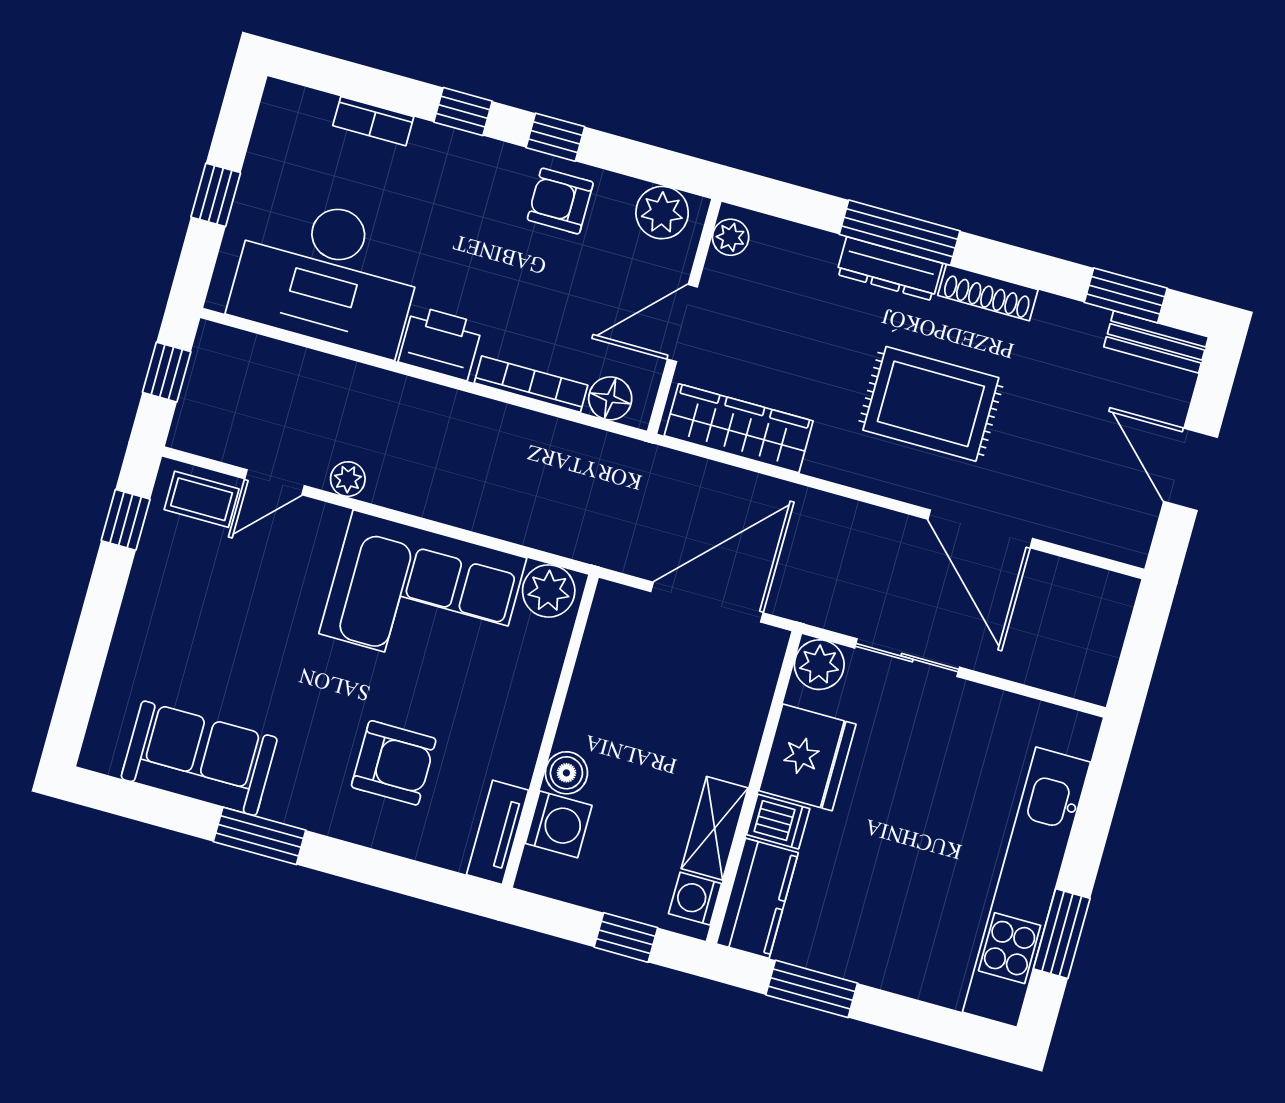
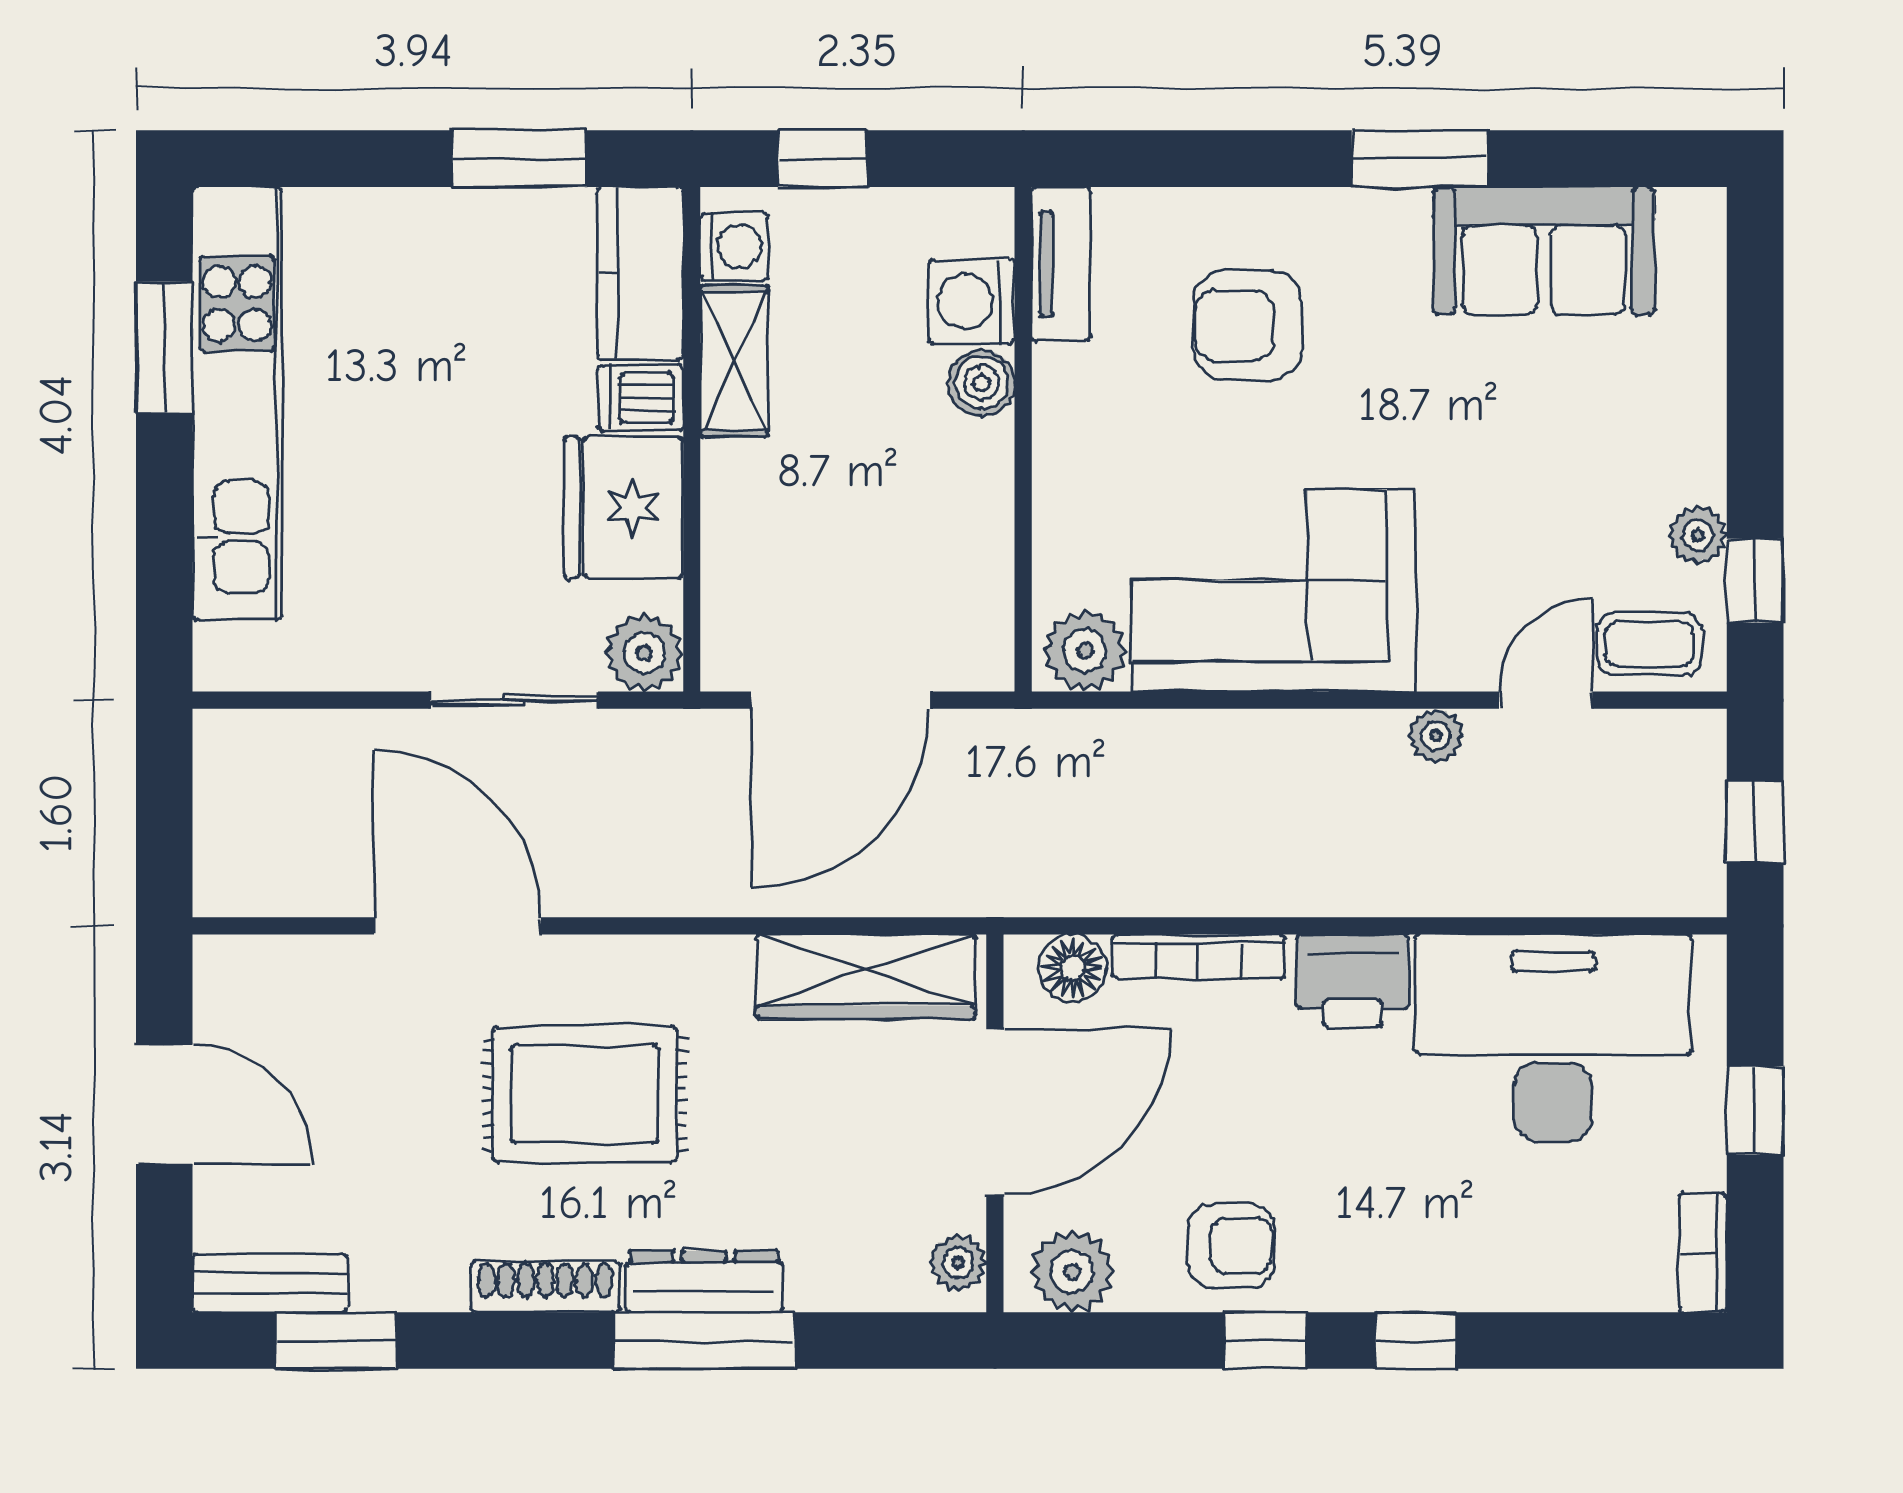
bookcase: (373, 121) -> (1703, 1253), moved, turned -90
door: (682, 323) -> (995, 1112), width x1.36
plant: (153, 558) -> (1698, 535), added

